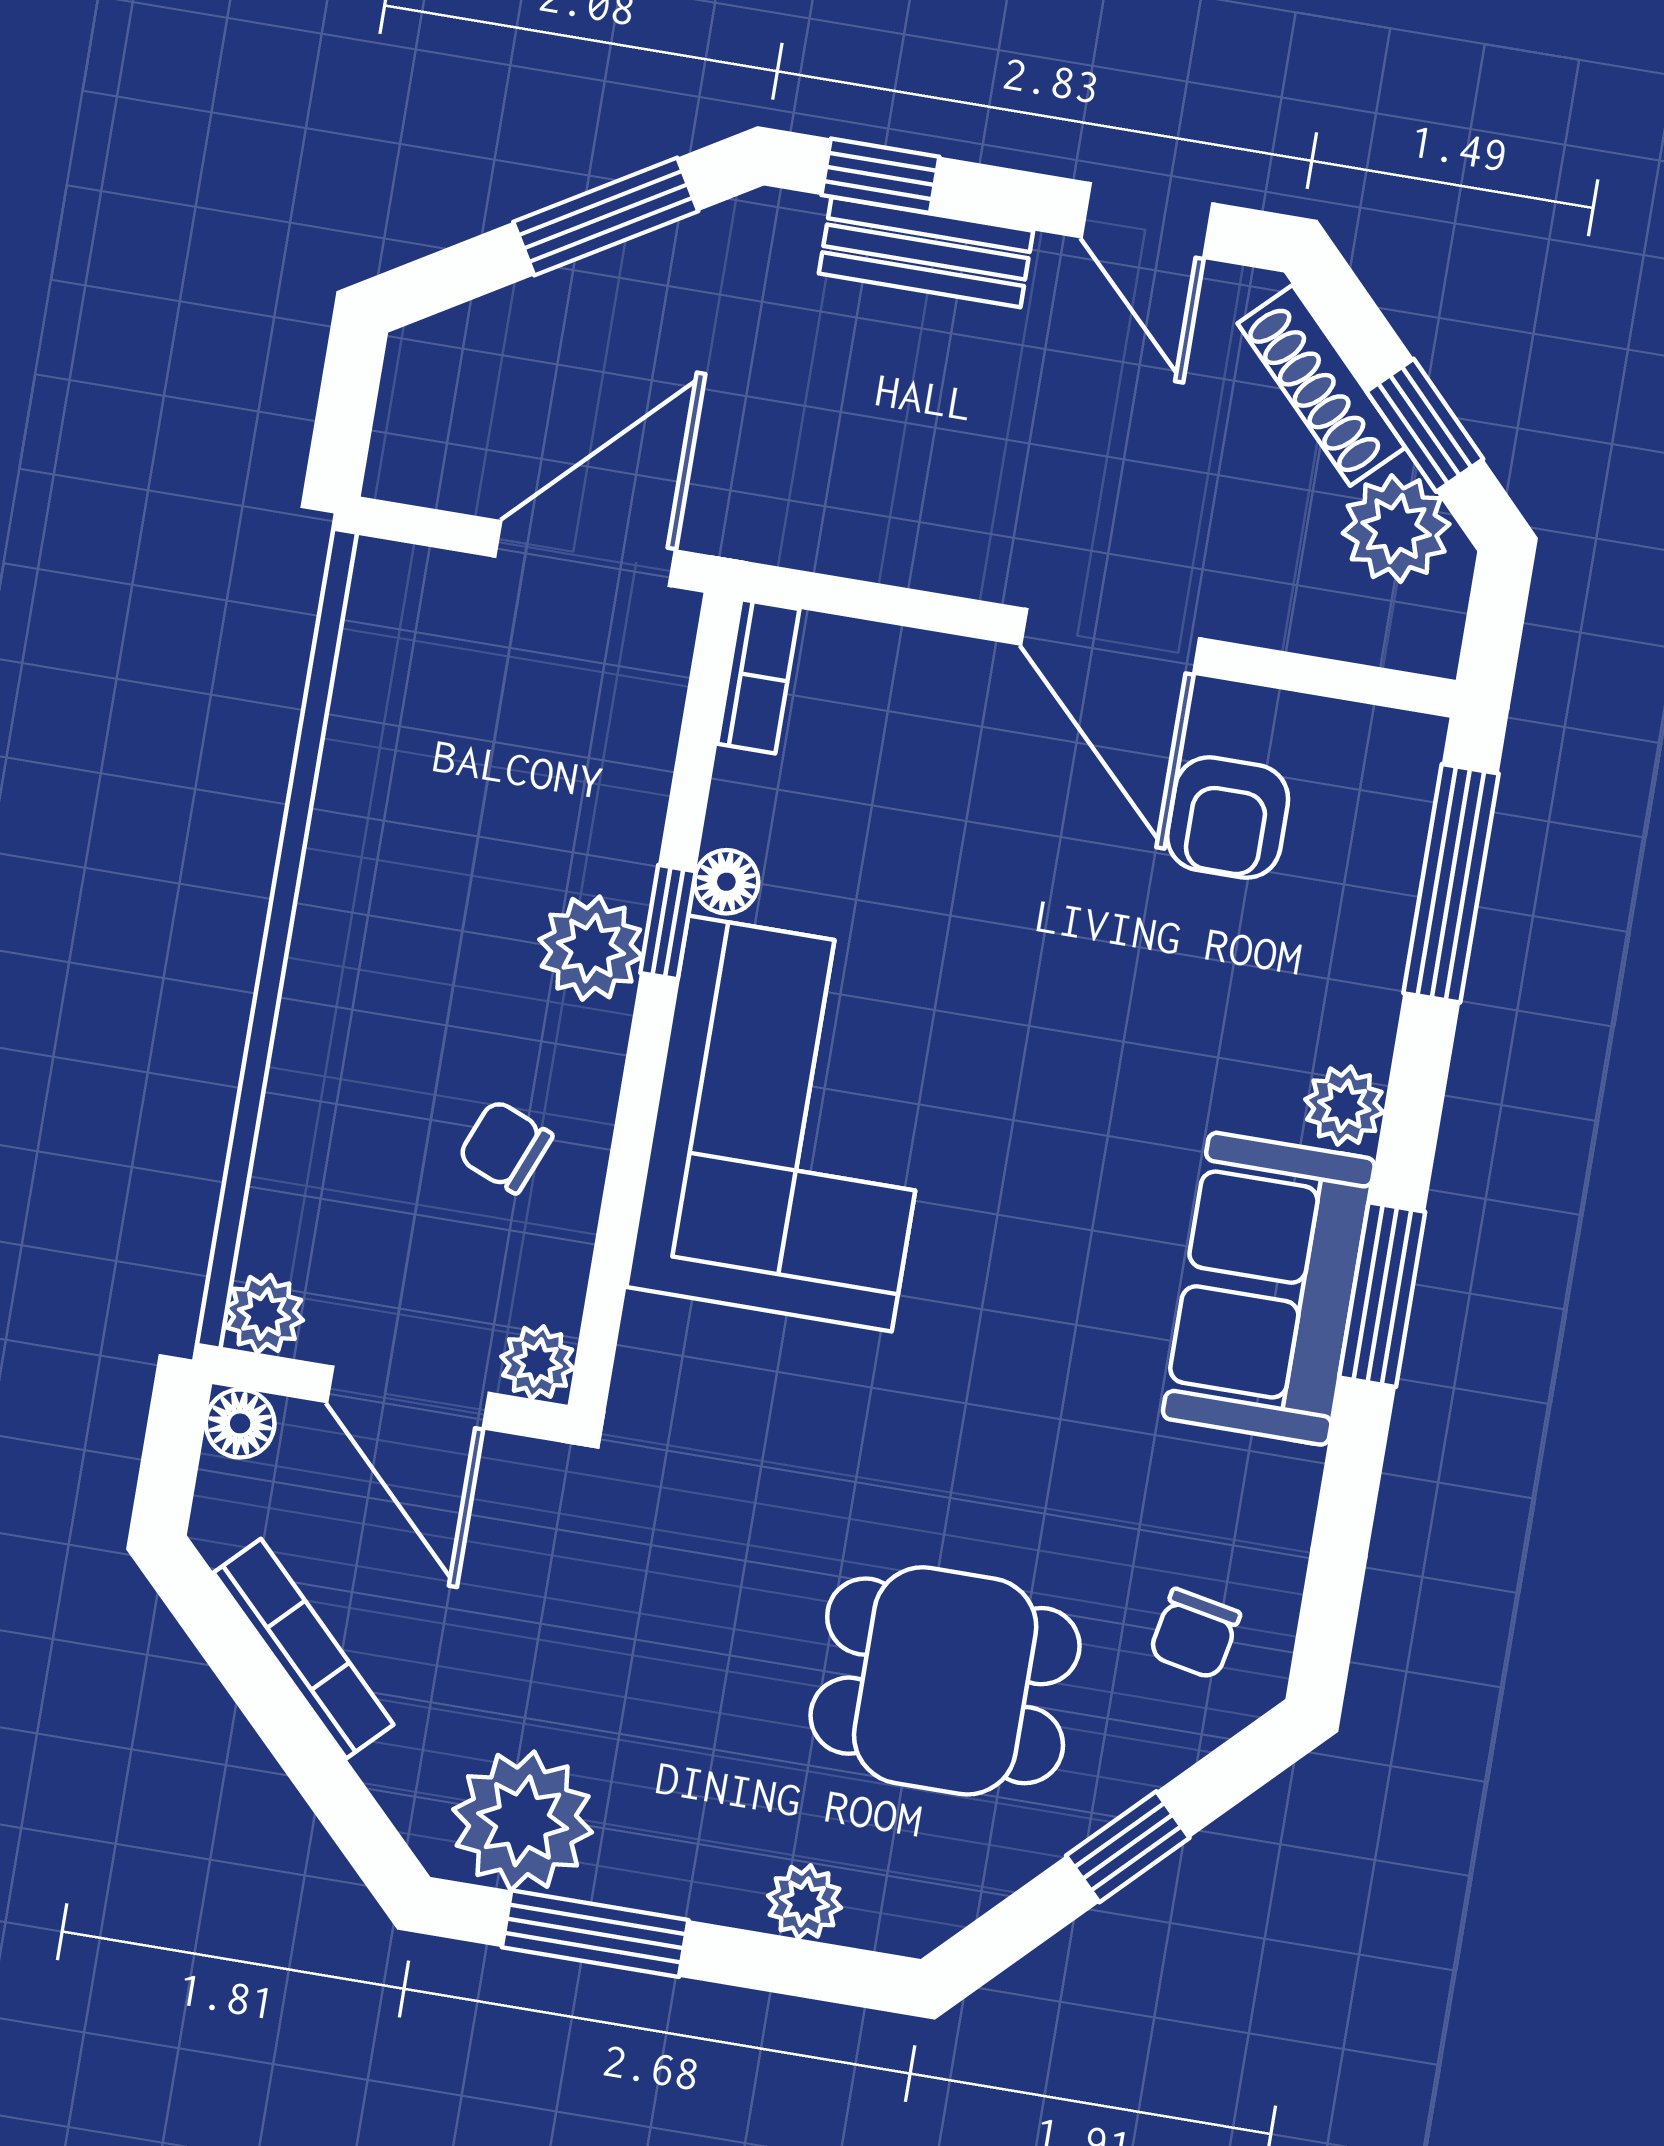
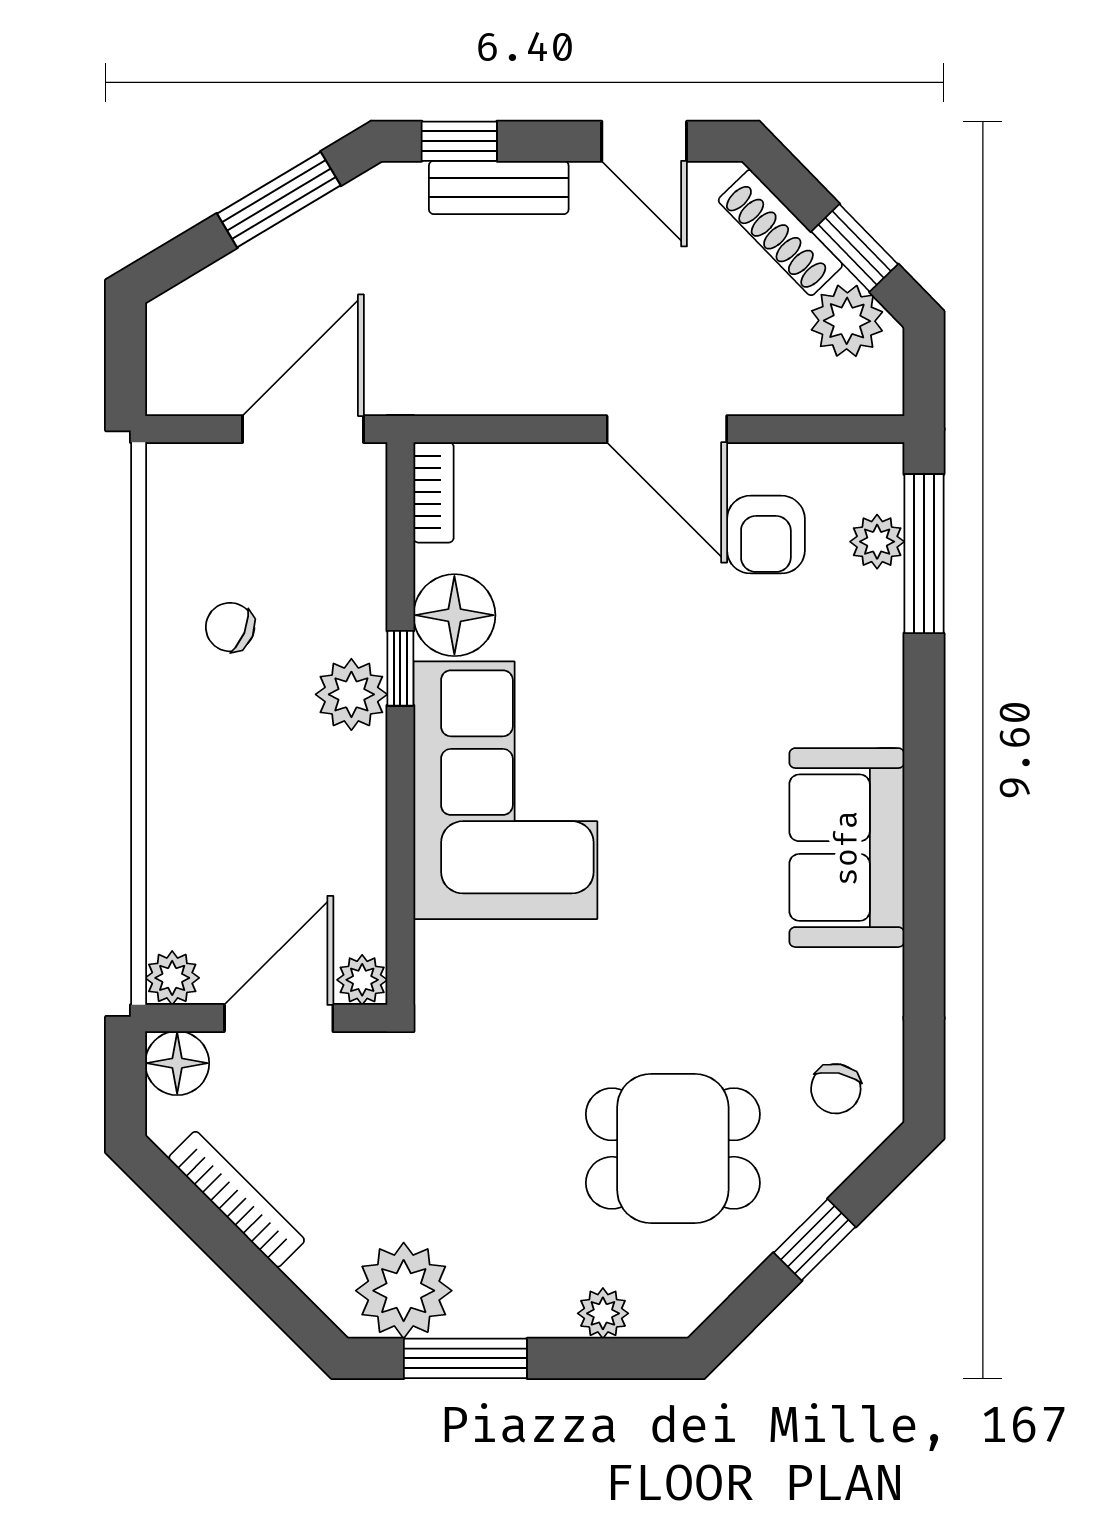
floor lamp: (726, 882) -> (454, 615), width x1.89, depth x1.89
plant: (1344, 1106) -> (877, 542), moved
chair: (505, 1147) -> (230, 627), moved
window: (1382, 1295) -> (924, 839), removed
door: (408, 1397) -> (279, 1018), swing flipped
floor lamp: (240, 1423) -> (177, 1063), width x1.37, depth x1.37

